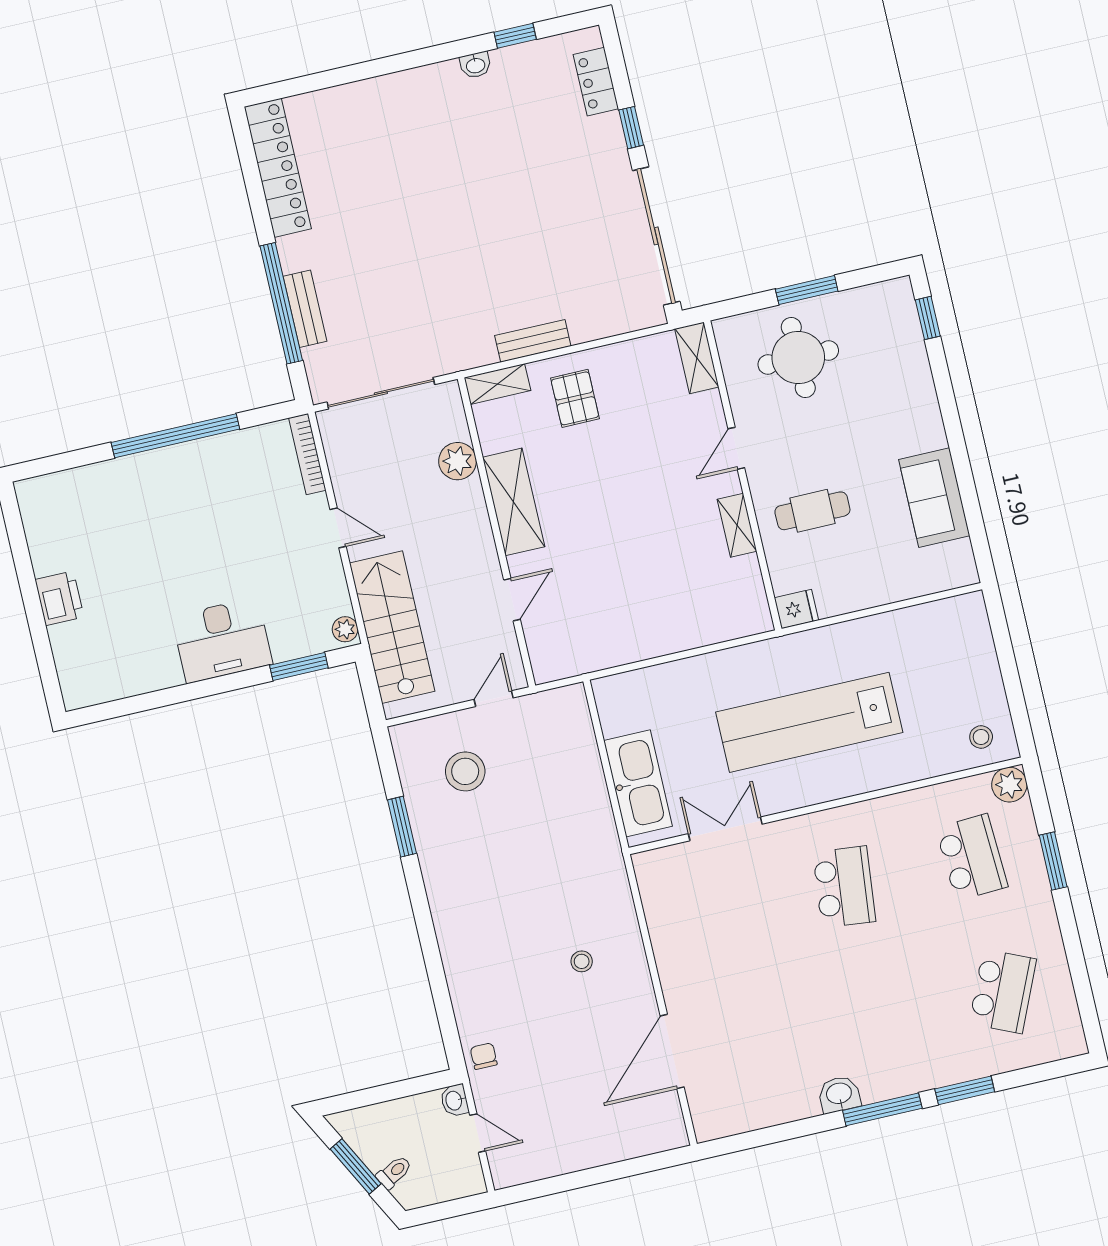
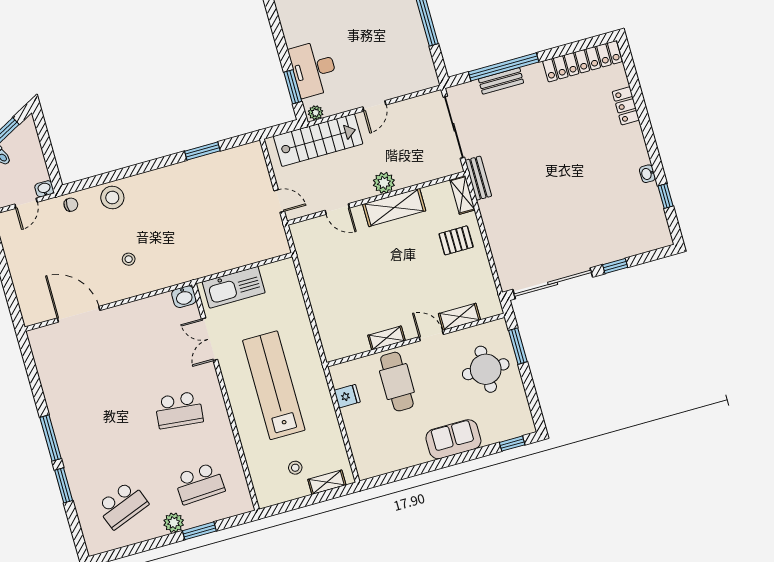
locker: (596, 82) -> (626, 106), moved, turned -90
window: (807, 290) -> (518, 346), moved
bench: (533, 341) -> (478, 178), moved
shelving: (697, 358) -> (459, 317), moved
bookcase: (307, 454) -> (417, 86), removed
plant: (458, 461) -> (384, 183), moved
sofa: (934, 498) -> (453, 439), moved
cafe table: (812, 511) -> (397, 382), width x1.37, depth x1.35
fridge: (796, 609) -> (347, 396), moved, turned -90
shelving: (980, 639) -> (327, 482), added
desk: (222, 640) -> (314, 69), moved
stool: (981, 737) -> (295, 468), moved
stool: (465, 771) -> (112, 198), moved
plant: (1009, 785) -> (174, 523), moved
double door: (725, 829) -> (209, 339), swing flipped
school desk: (1003, 991) -> (122, 505), turned -45
washbasin: (839, 1094) -> (184, 297), moved, turned 90

